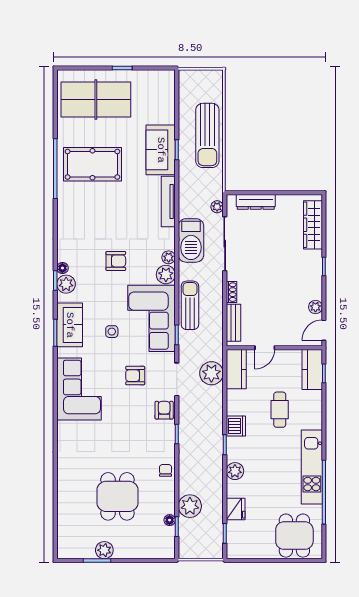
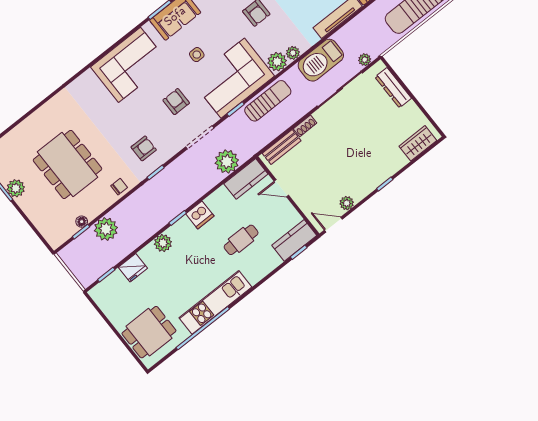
wardrobe: (313, 225) -> (418, 143), width x0.67
armchair: (164, 410) -> (144, 148), moved
dining table: (117, 496) -> (67, 164), width x1.38

